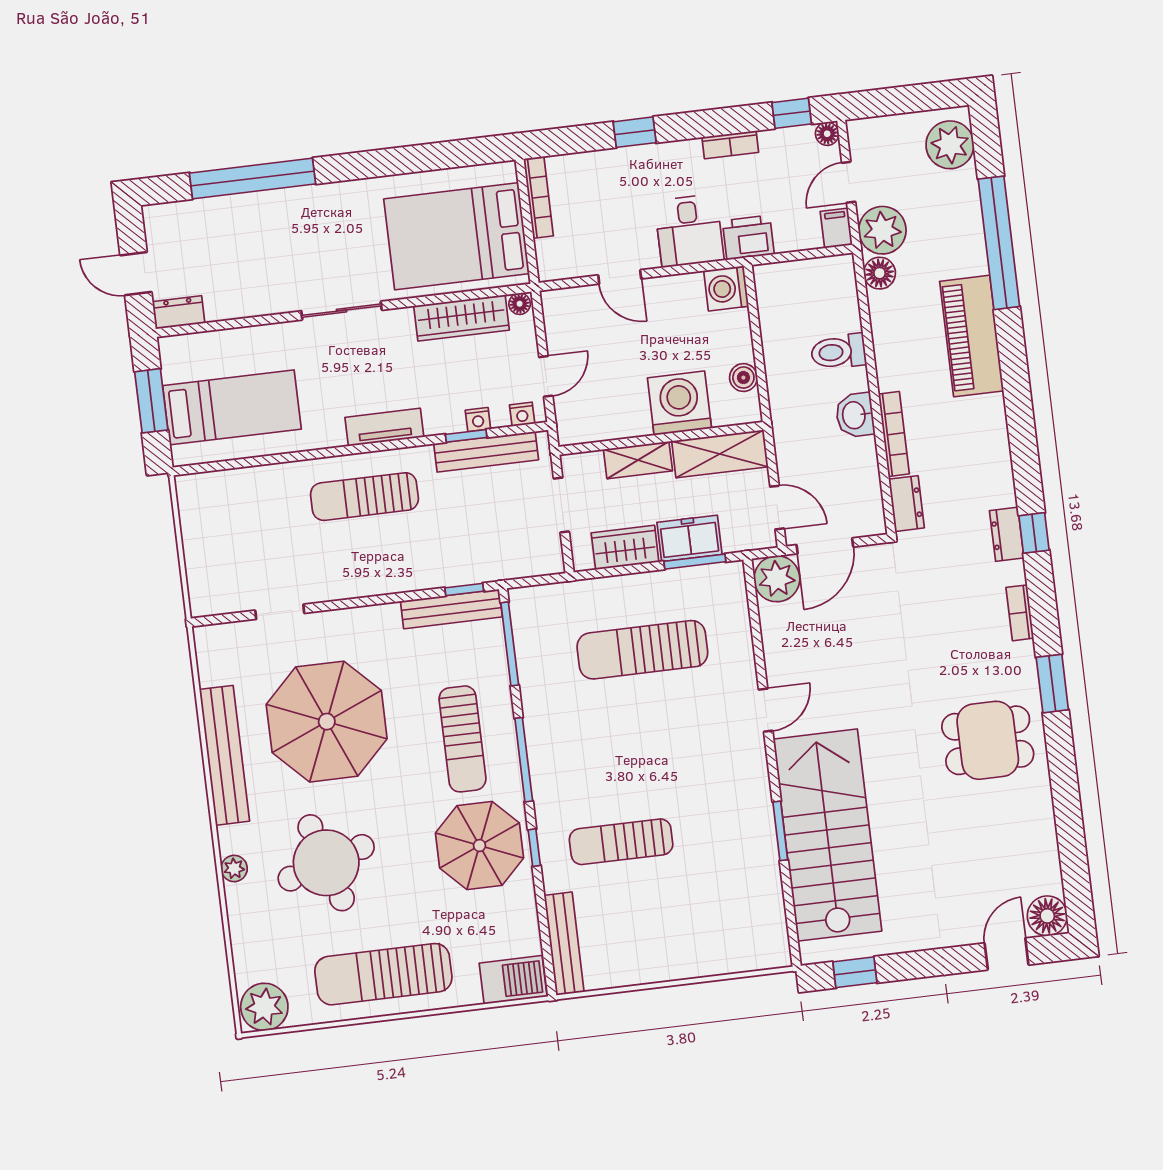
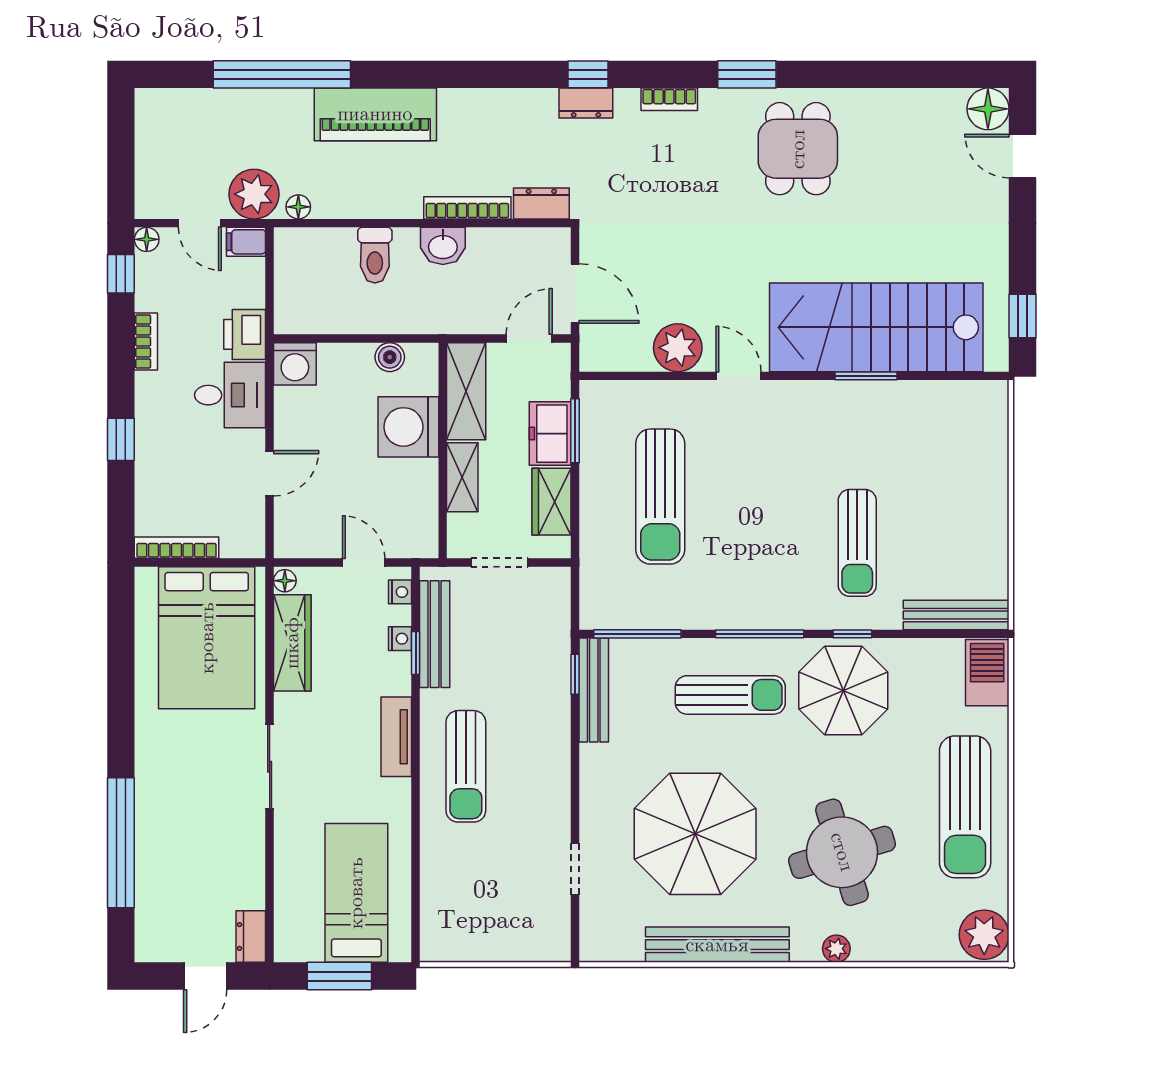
plant: (950, 145) -> (174, 113), removed
floor lamp: (880, 273) -> (298, 207), width x0.73, depth x0.73
plant: (777, 579) -> (678, 348), moved

